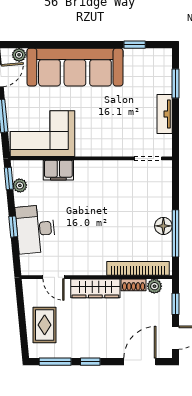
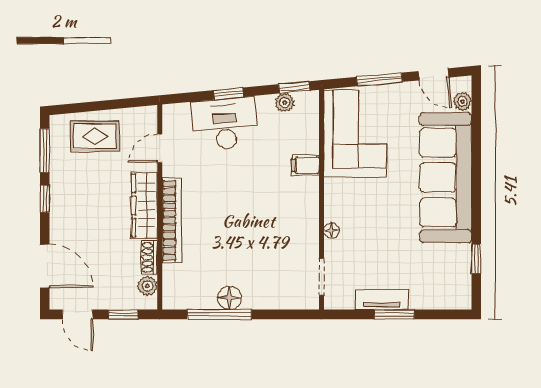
window: (175, 83) -> (394, 314), moved
floor lamp: (114, 151) -> (331, 230), added
filing cabinet: (58, 170) -> (306, 165), width x0.50
bookcase: (138, 268) -> (172, 221), moved

